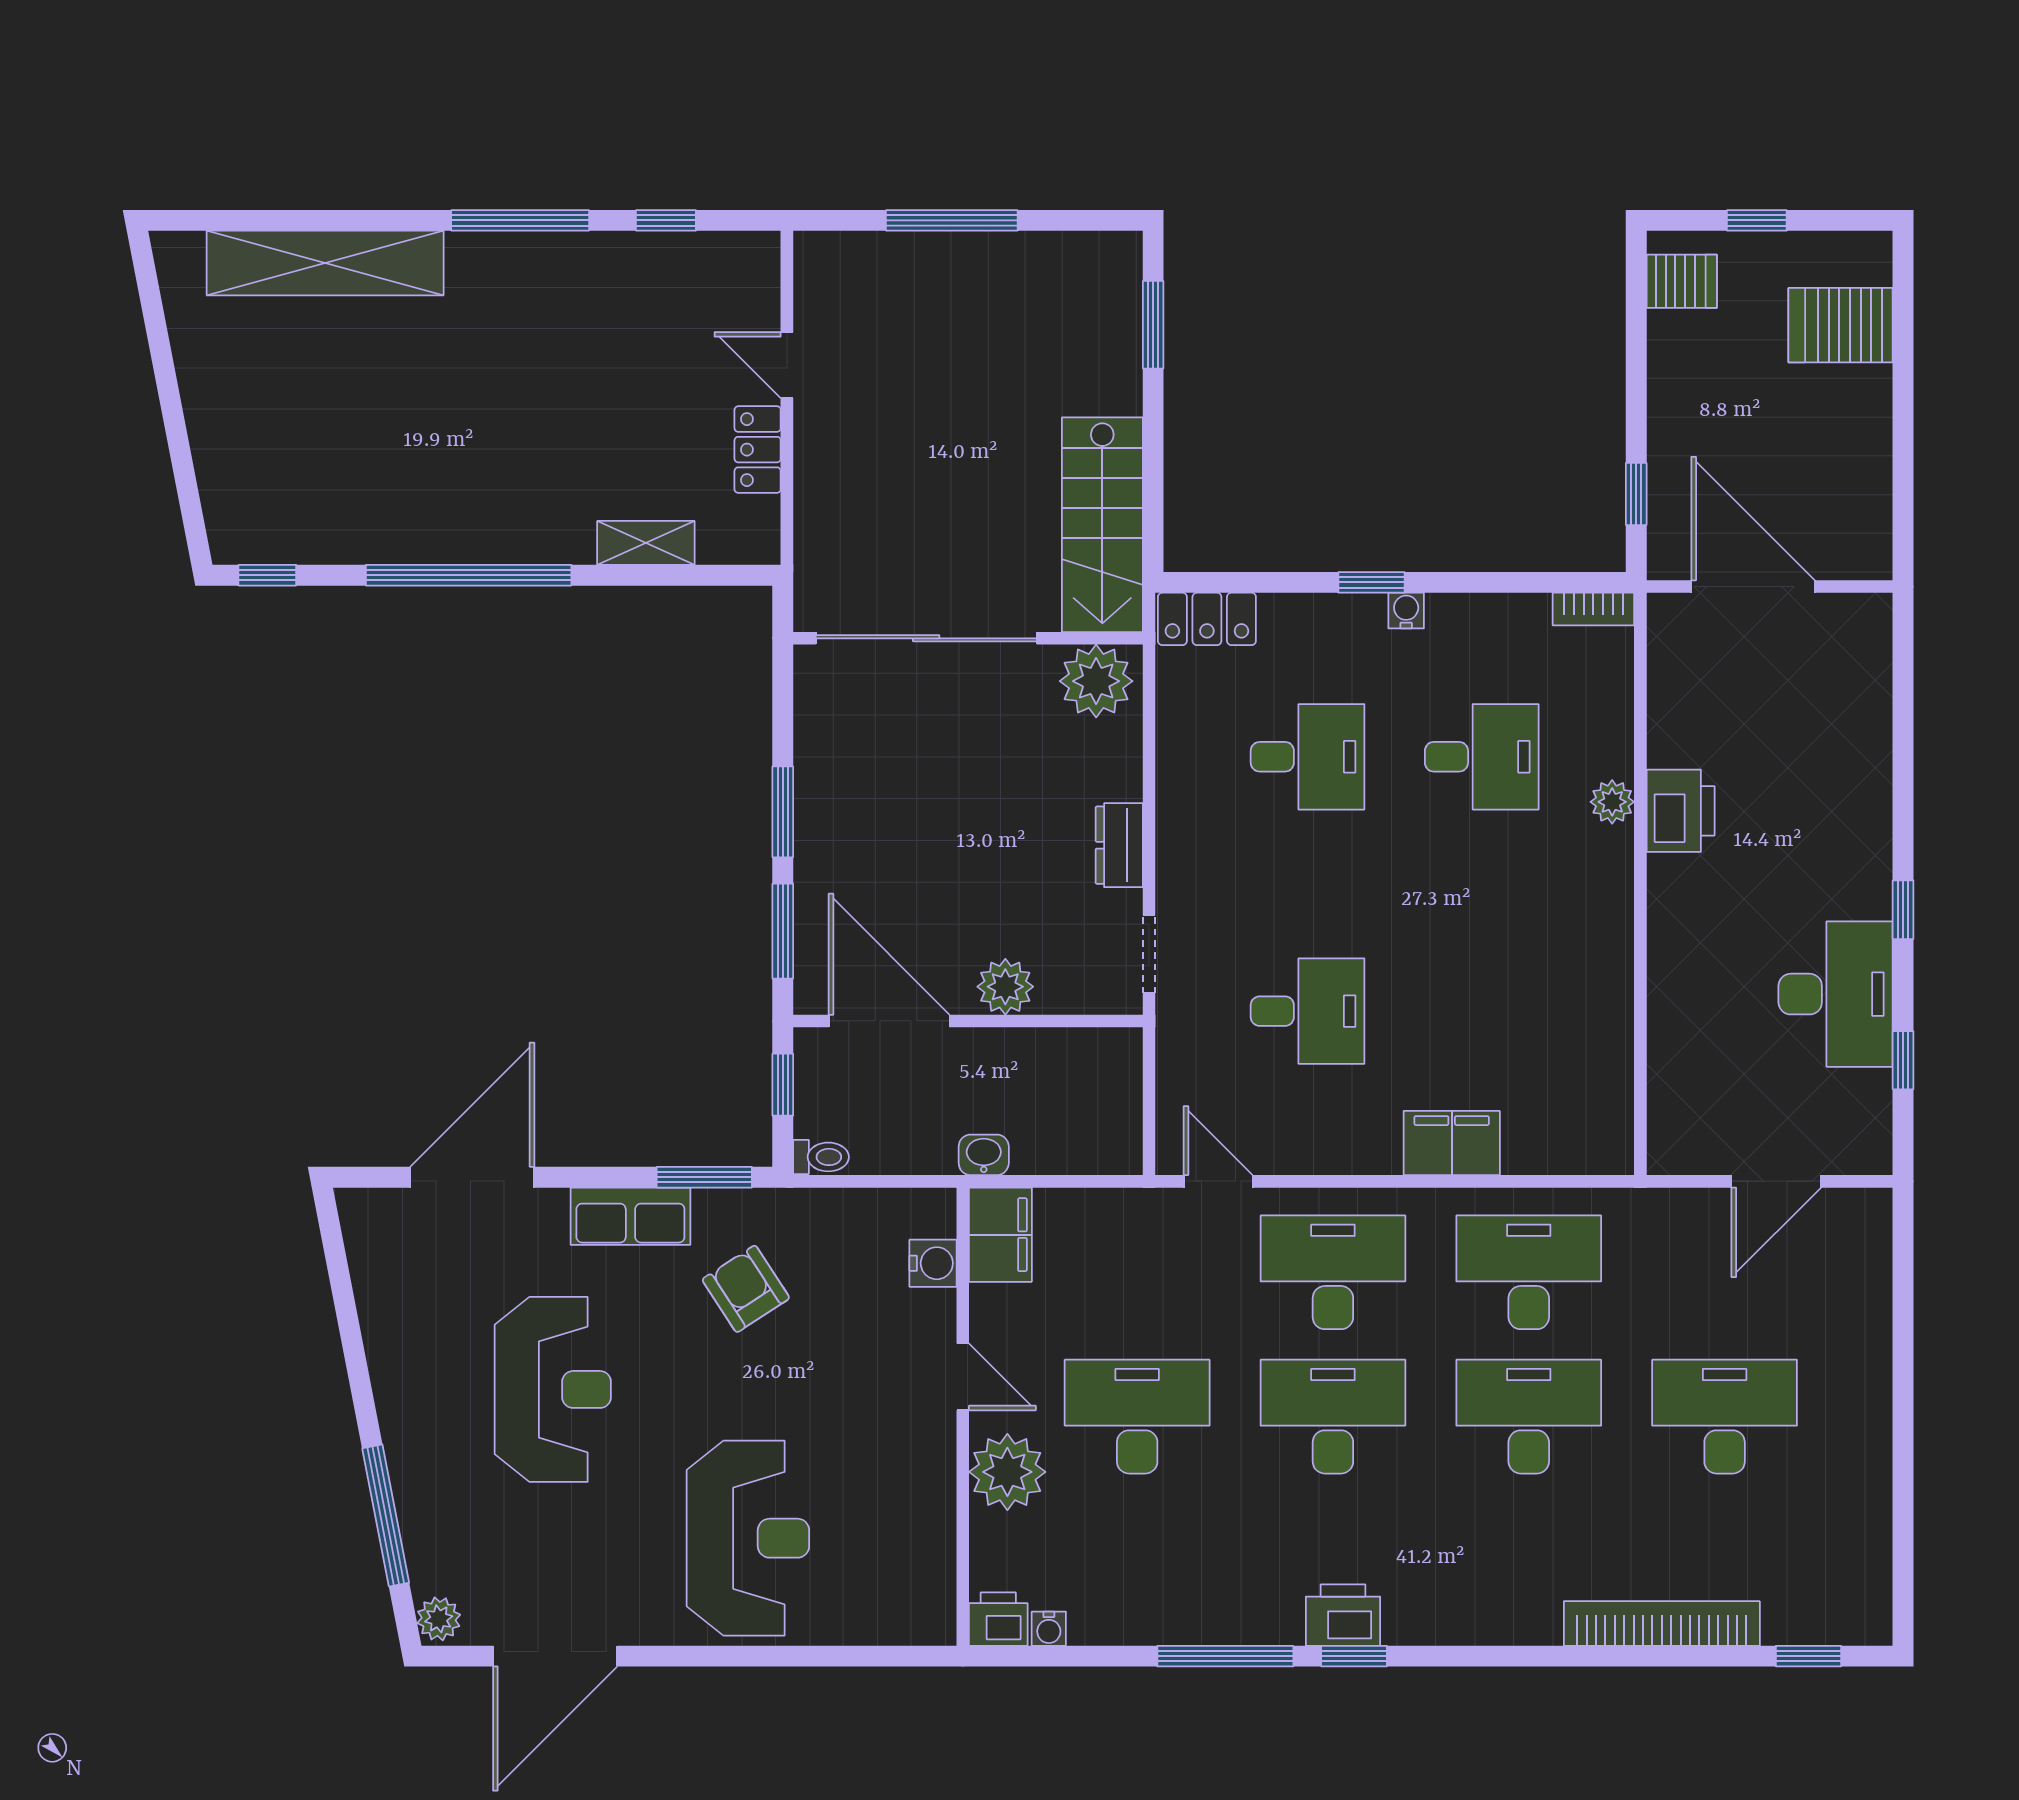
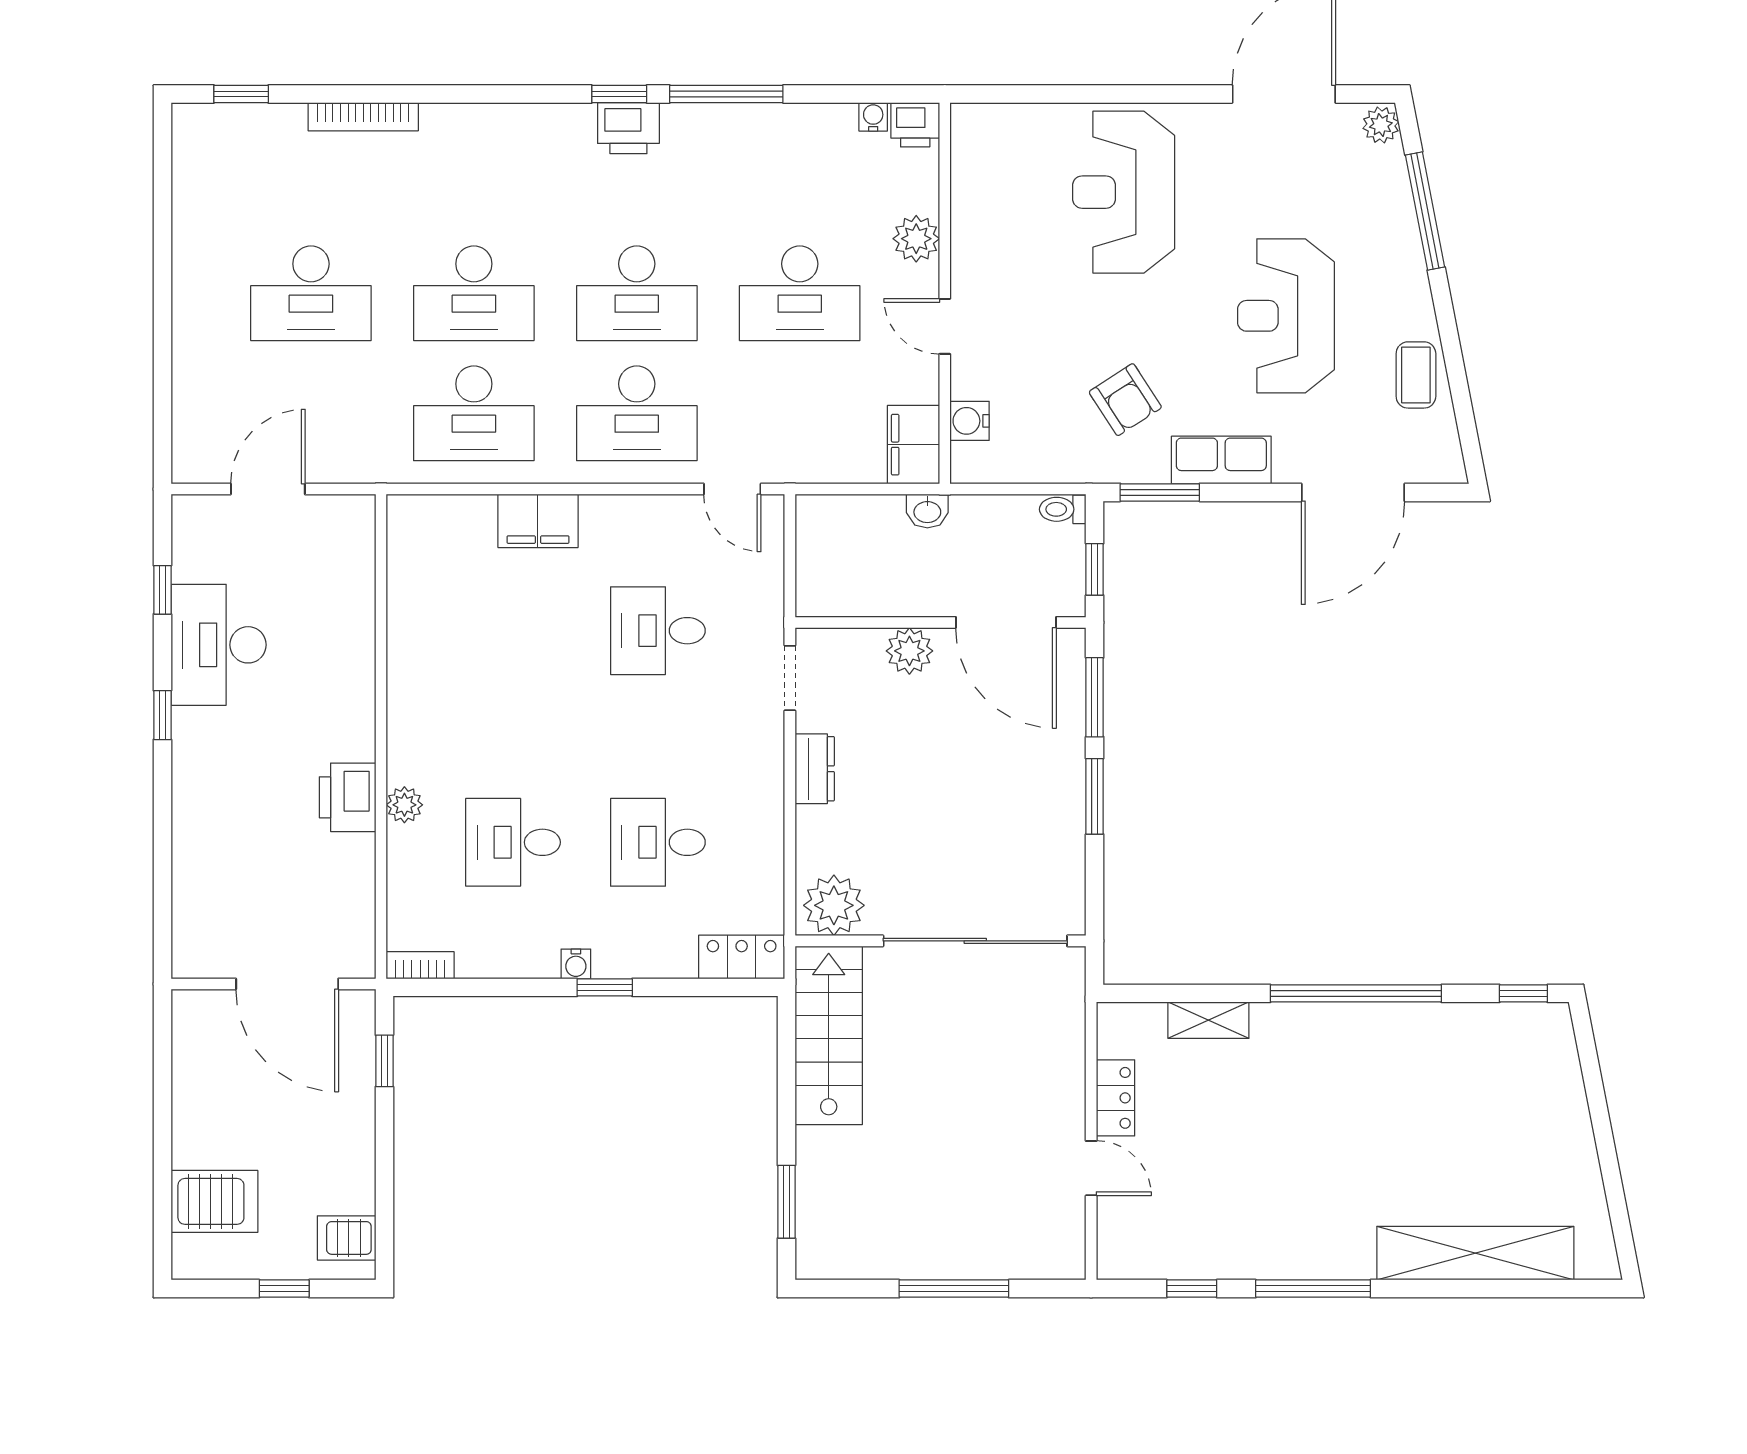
coffee table: (396, 1318) -> (1416, 375), added
plant: (1007, 1472) -> (916, 239), width x0.73, depth x0.73
bookcase: (1662, 1624) -> (363, 117), width x0.68, depth x0.76

